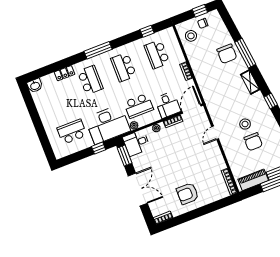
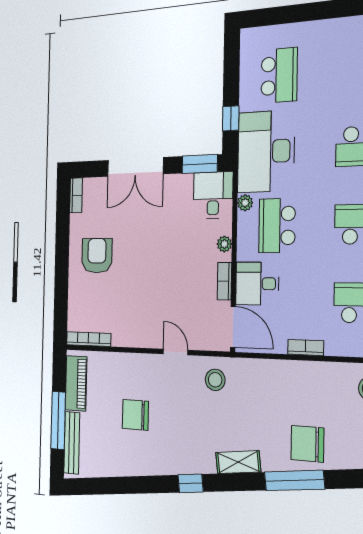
stool: (245, 124) -> (215, 380), moved

